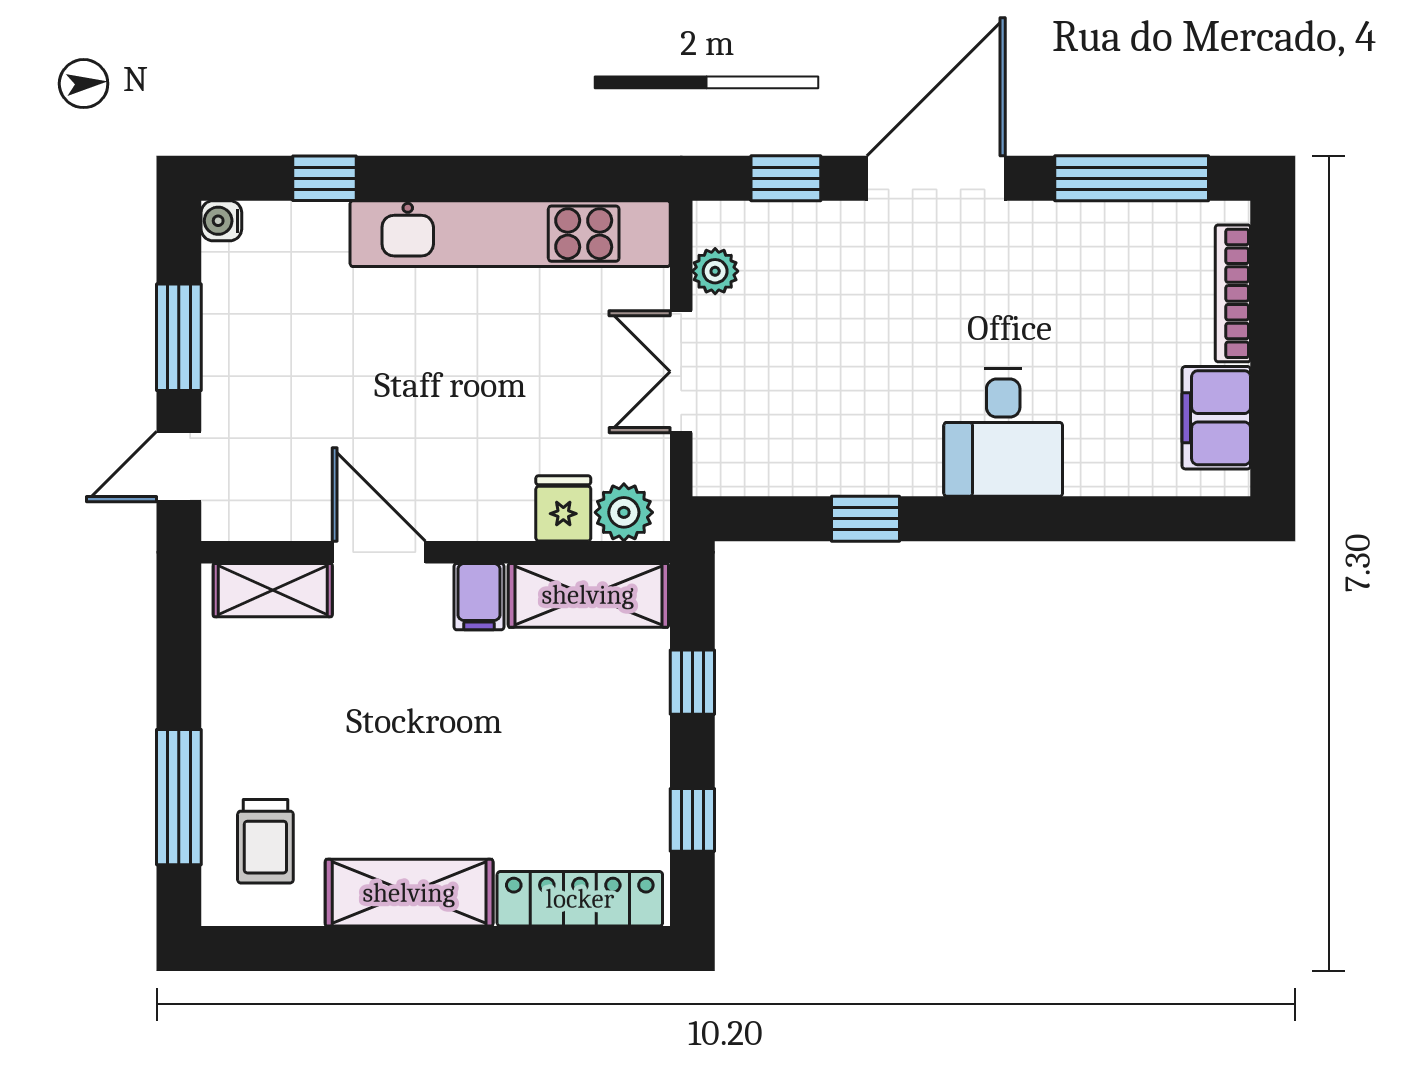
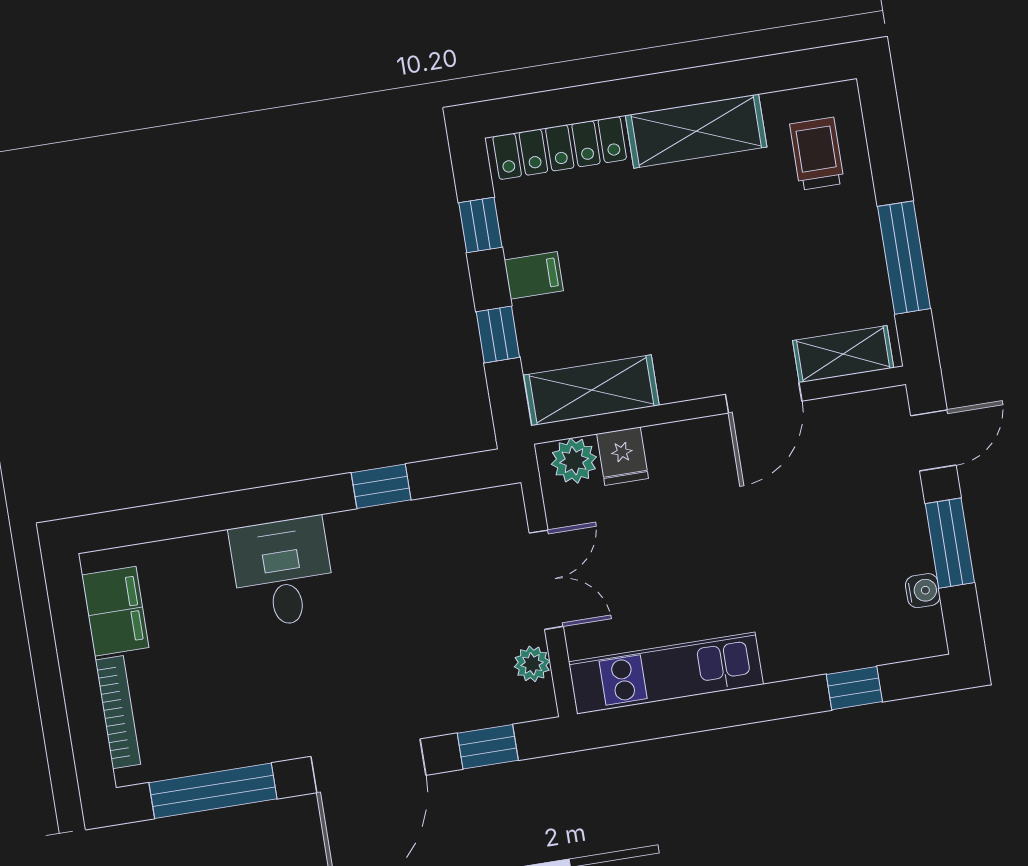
water cooler: (221, 221) -> (923, 591), moved
kitchen unit: (510, 234) -> (666, 673), width x0.73
door: (379, 552) -> (764, 398), hinge flipped
filing cabinet: (479, 597) -> (534, 275), moved, turned 90
window: (179, 797) -> (904, 258), moved

